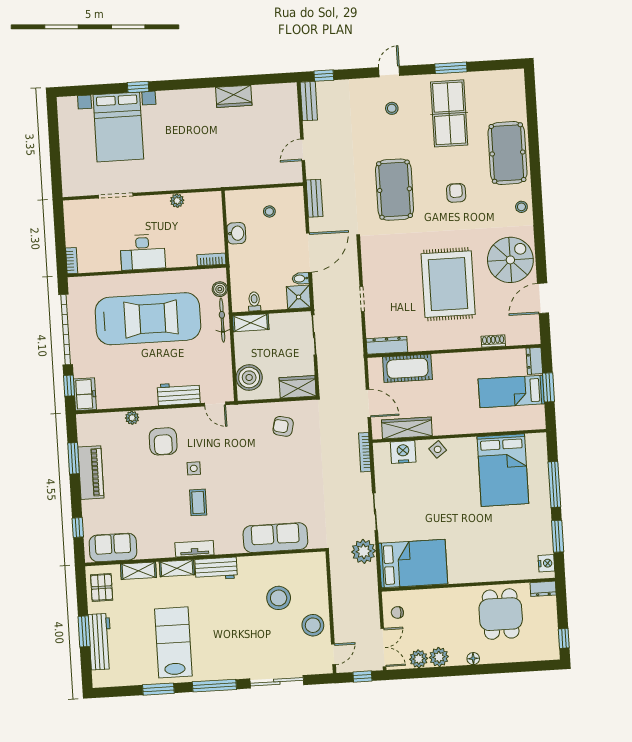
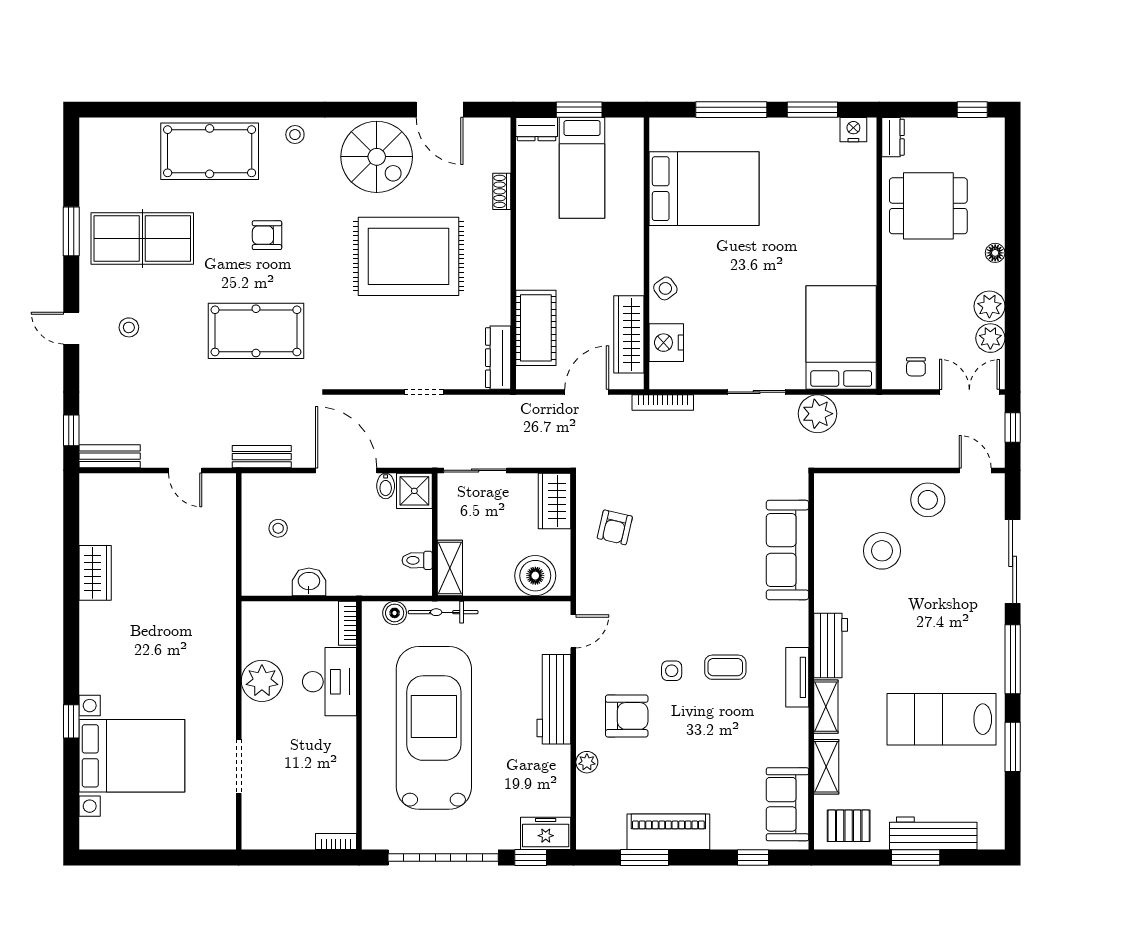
plant: (177, 201) -> (262, 681), width x1.88, depth x1.88
desk: (143, 252) -> (329, 682), moved
spiral stairs: (510, 260) -> (377, 157), turned 180
workbench: (179, 394) -> (554, 699), width x1.38

